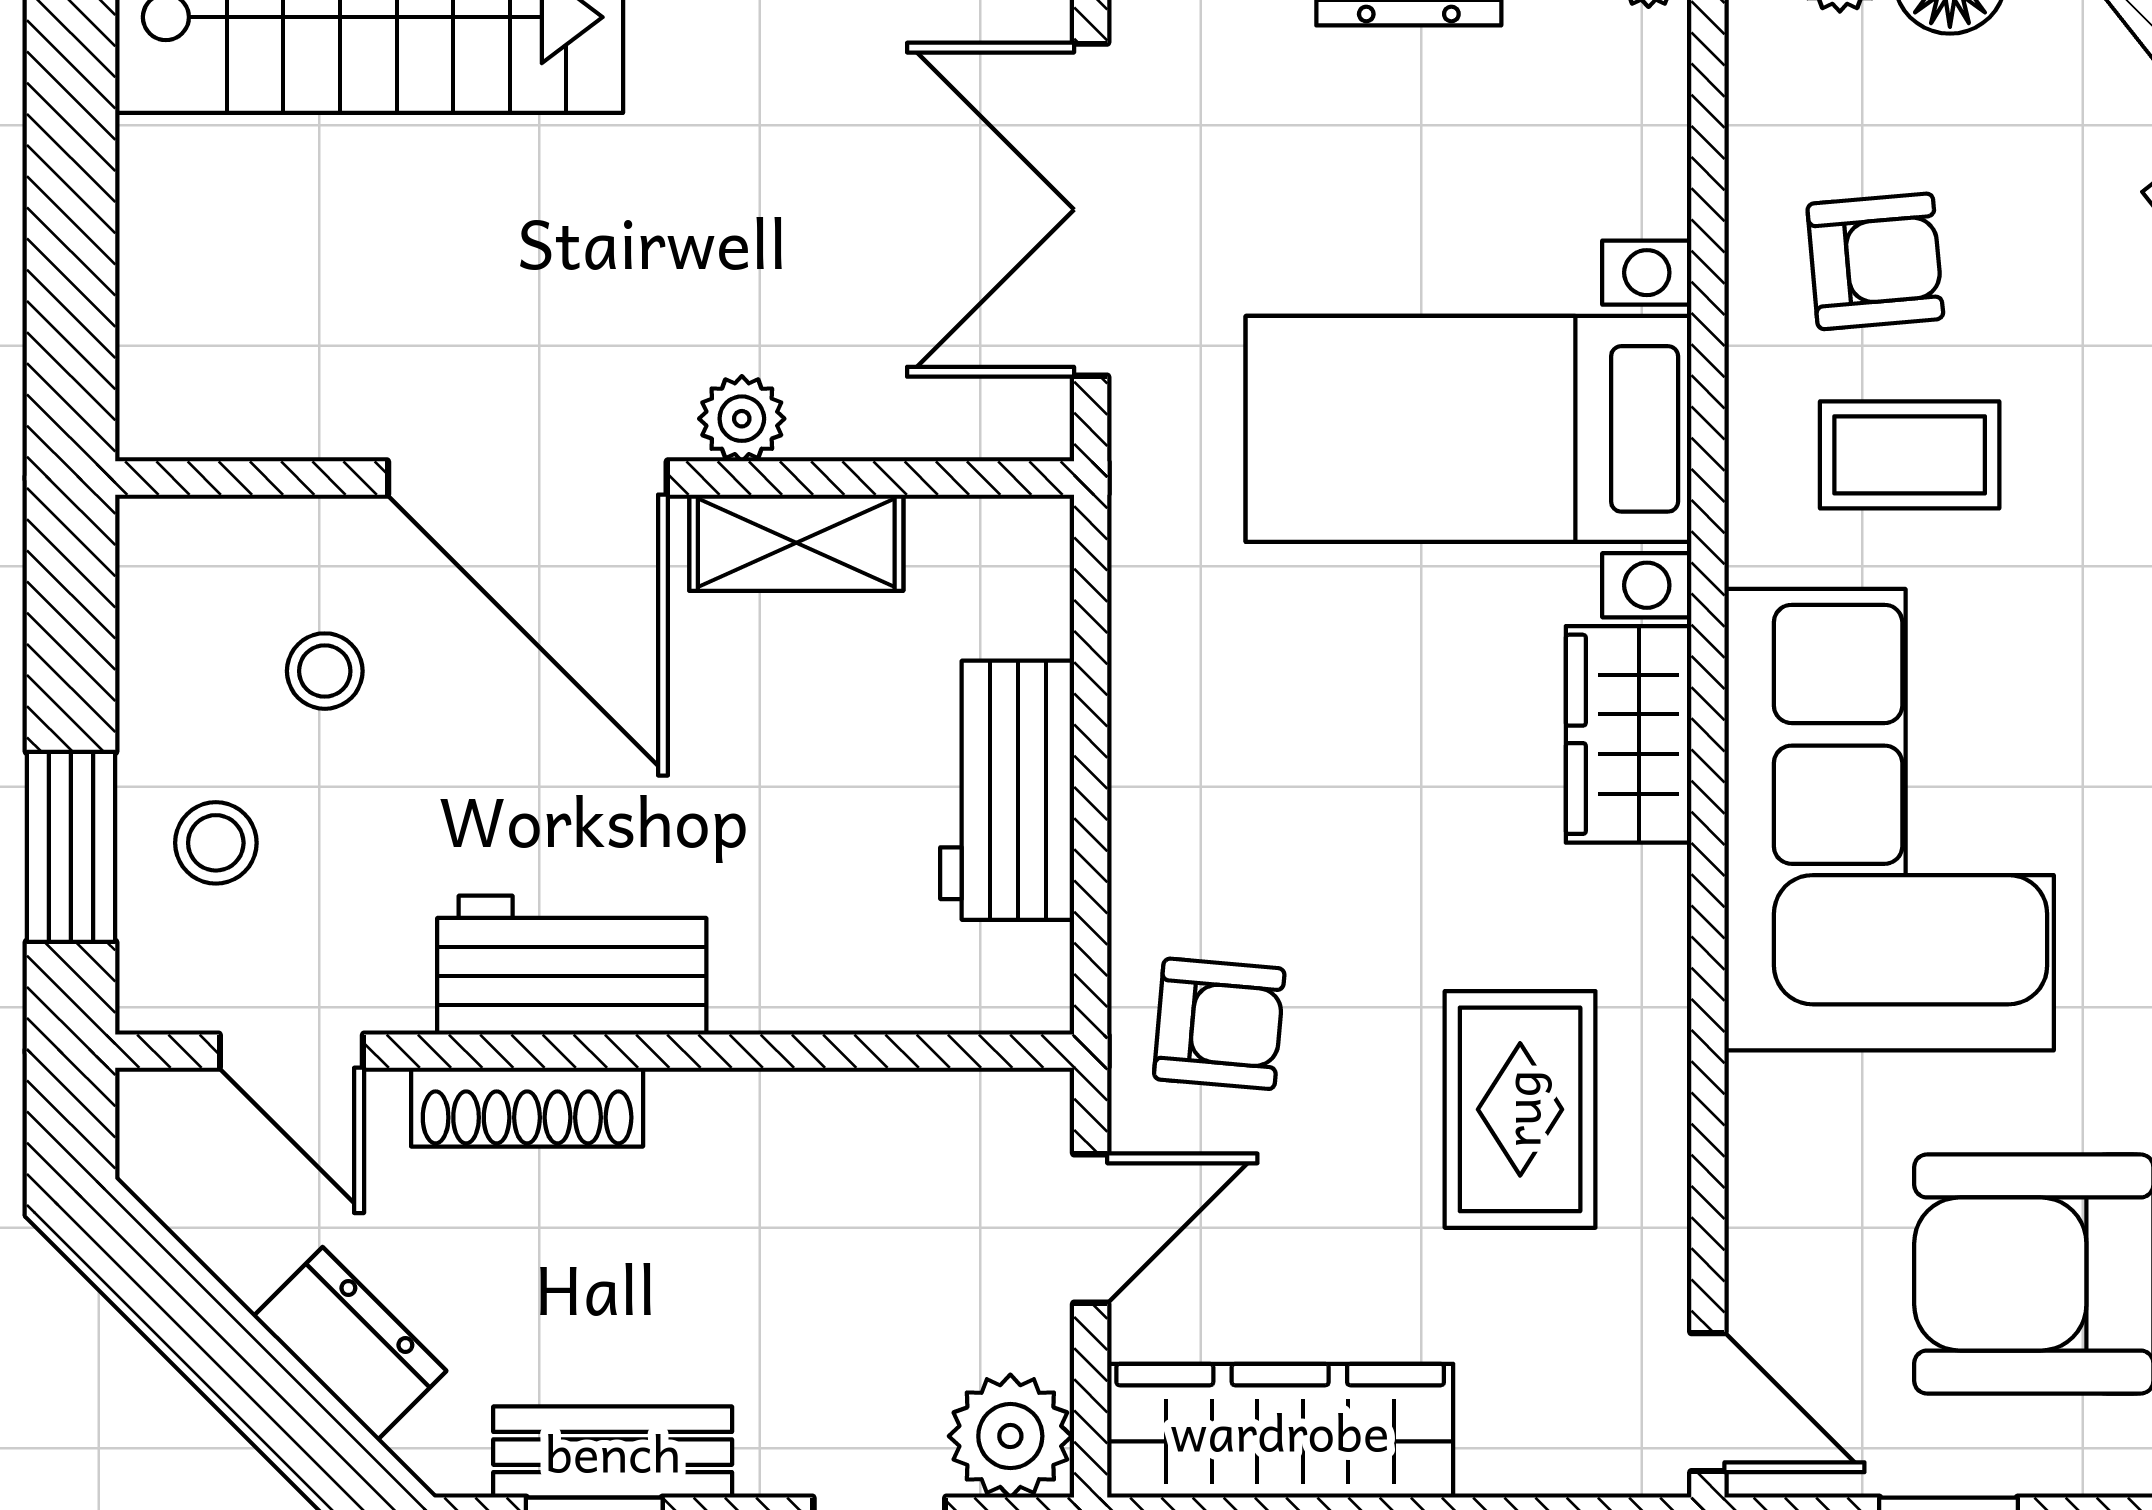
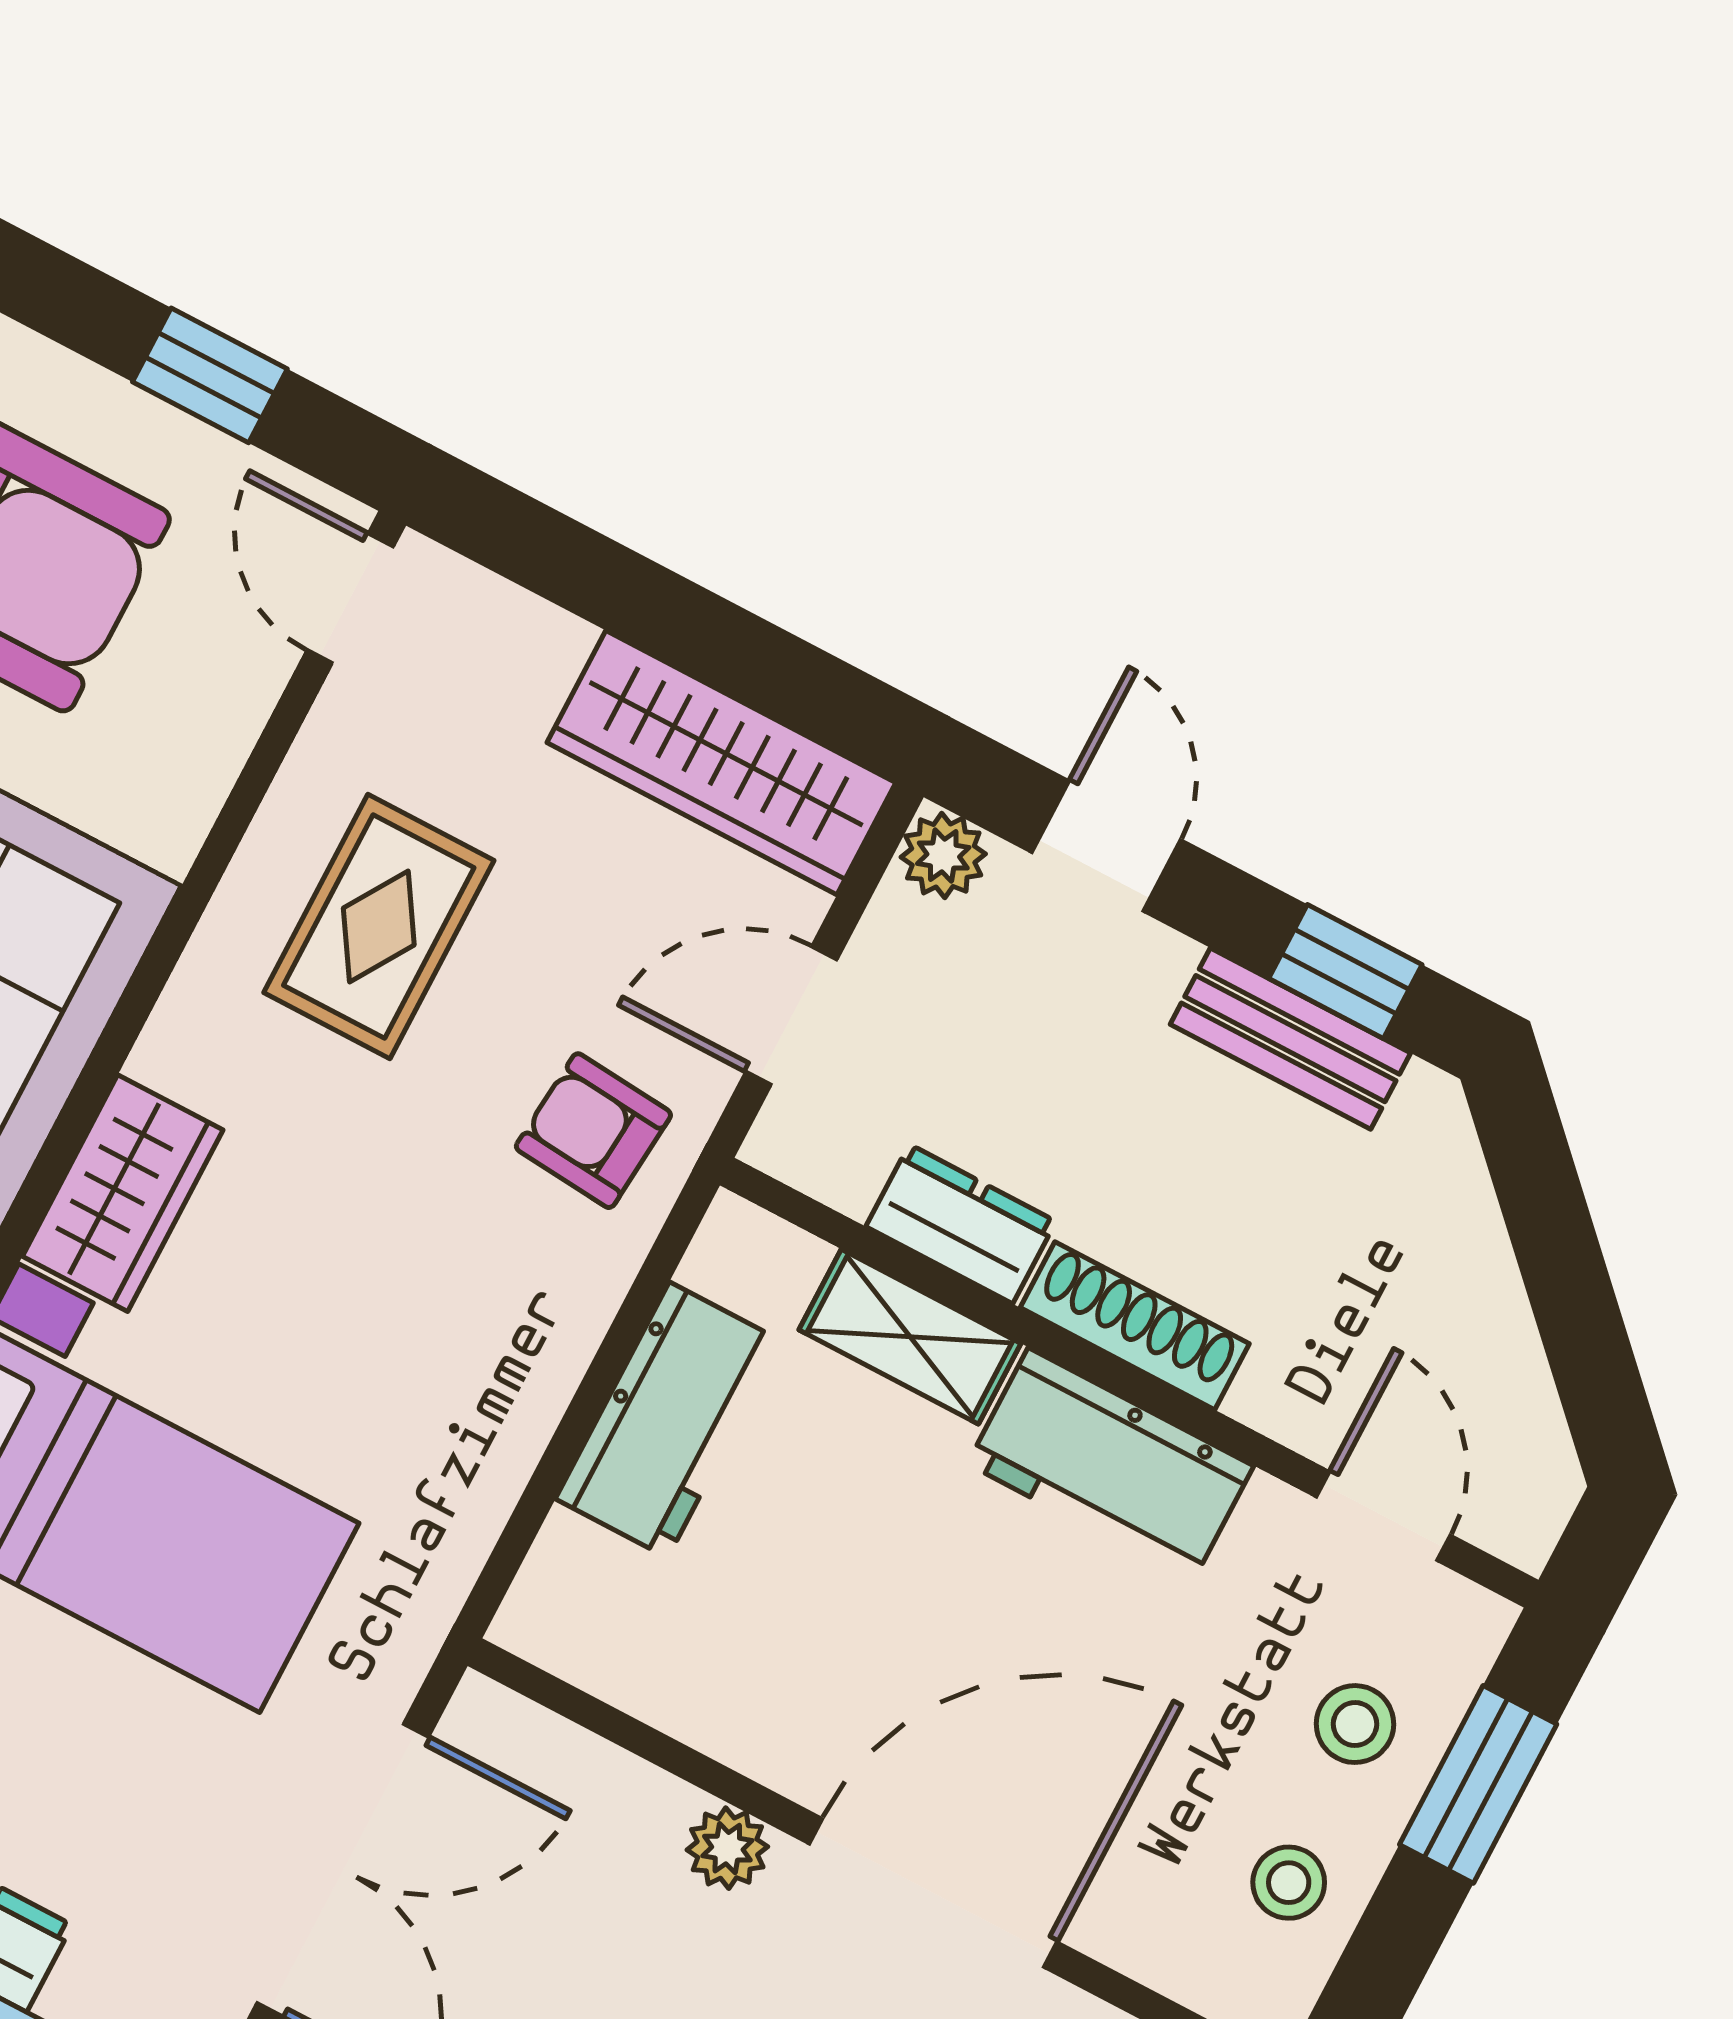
door: (527, 478) -> (933, 1893), hinge flipped
shelving: (796, 543) -> (910, 1337), moved
stool: (325, 671) -> (1289, 1883), moved
shoe rack: (527, 1107) -> (1135, 1326), moved
dresser: (350, 1344) -> (961, 1224), moved, turned 135
plant: (1010, 1436) -> (943, 855), width x0.73, depth x0.73

